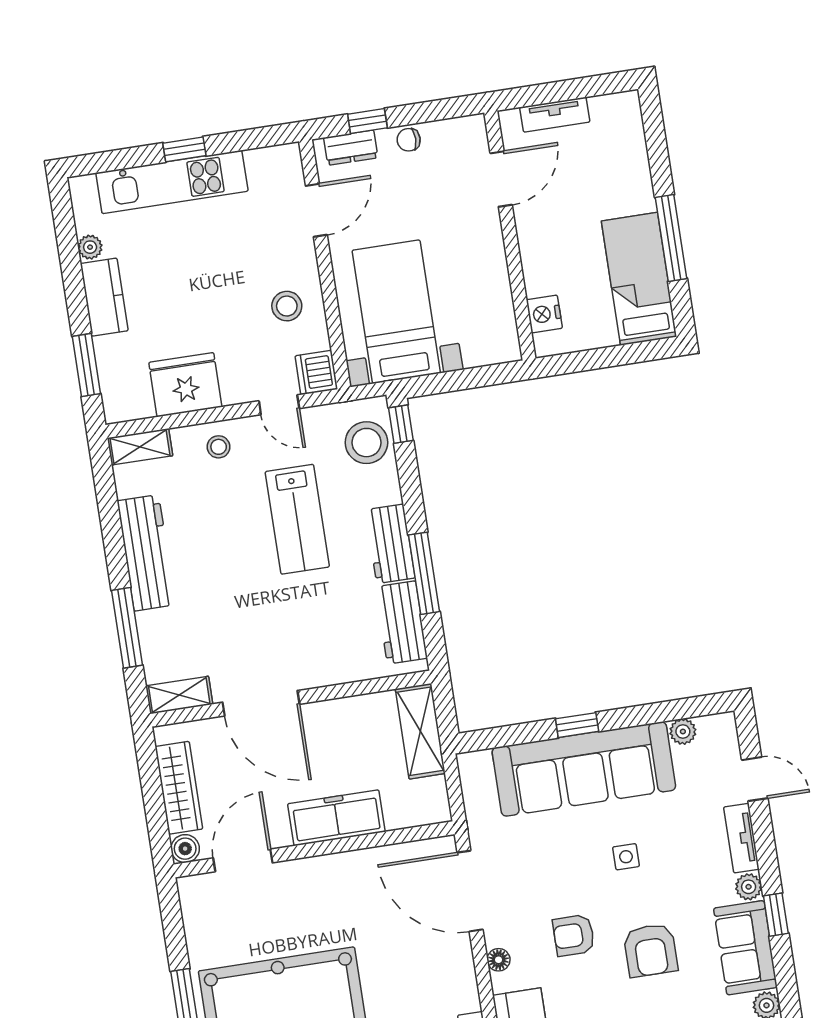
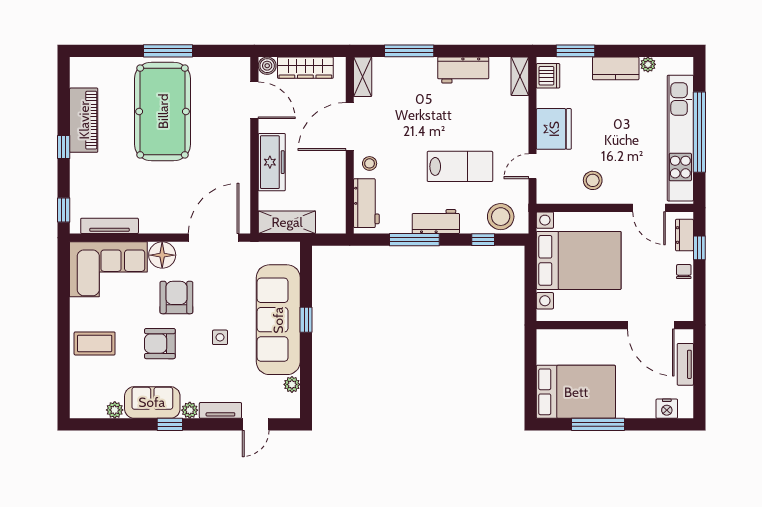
window: (184, 149) -> (699, 132), width x3.17
door: (501, 179) -> (651, 325), width x1.36
kitchen unit: (172, 182) -> (680, 138), width x1.36
bed: (639, 279) -> (576, 392), width x1.50
bed with nightstands: (396, 312) -> (579, 260), width x1.36
nightstand: (544, 314) -> (667, 409), moved, turned 180
dishwasher: (316, 372) -> (548, 76), moved, turned 90
fridge: (185, 385) -> (554, 129), moved
window: (401, 424) -> (483, 240), moved
stool: (219, 447) -> (370, 163), moved
lab bench: (297, 519) -> (460, 166), turned 180
workbench: (146, 553) -> (463, 70), width x0.73
workbench: (401, 623) -> (366, 203), moved, turned 90
shelving: (420, 731) -> (287, 222), moved
armchair: (574, 935) -> (176, 297), width x1.38, depth x1.38
floor lamp: (499, 960) -> (162, 255), width x1.89, depth x1.89

